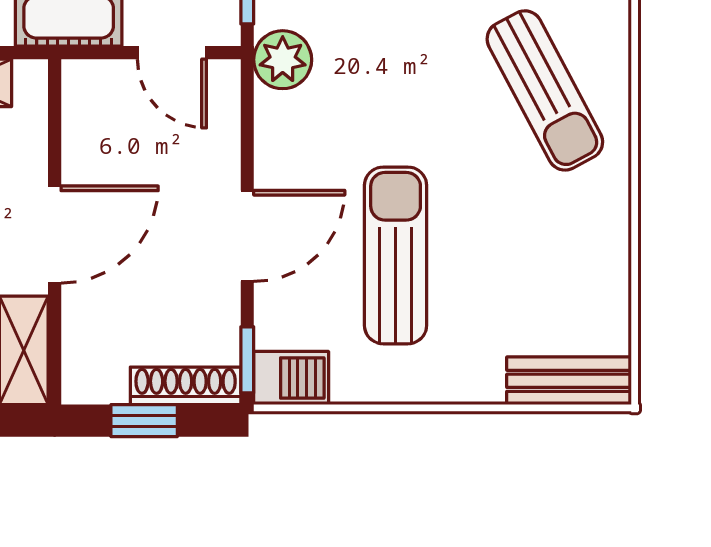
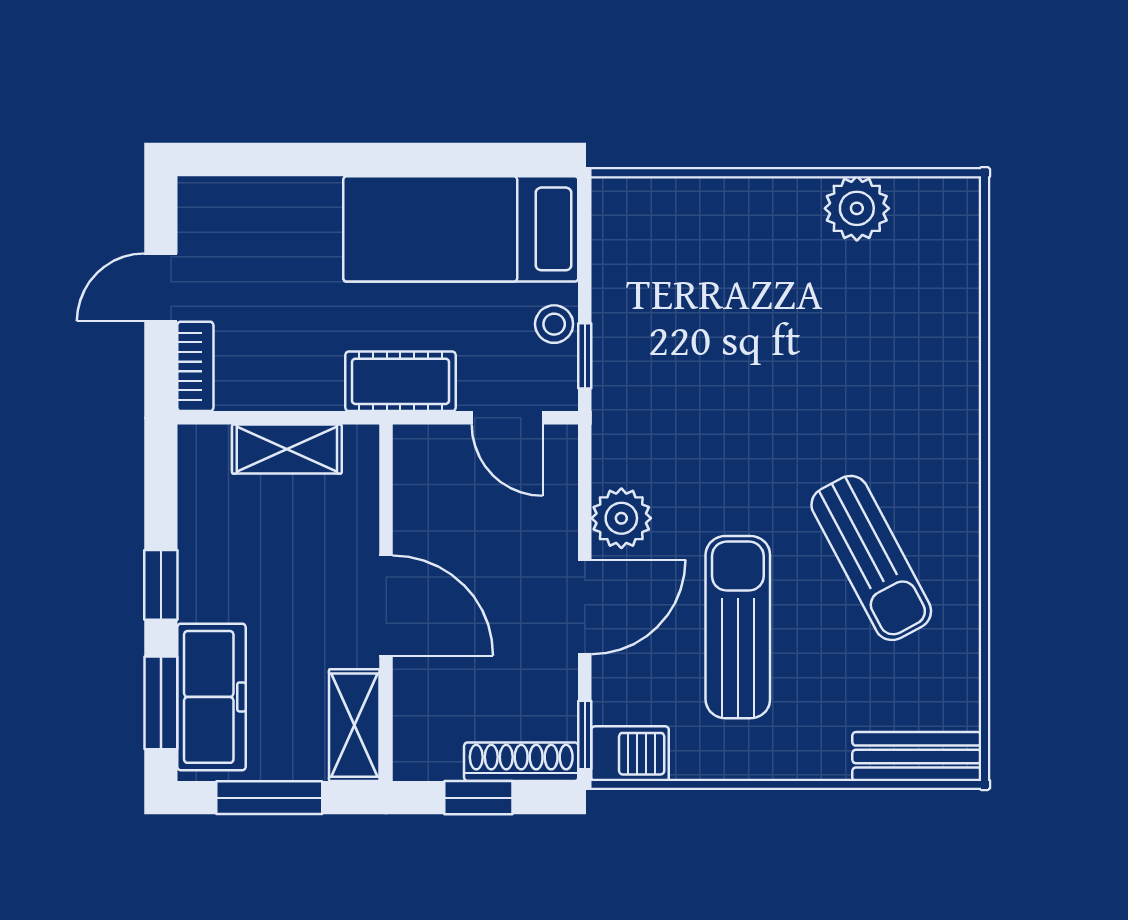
plant: (283, 60) -> (621, 518), moved
sun lounger: (545, 90) -> (871, 558), moved
door: (55, 234) -> (386, 606), hinge flipped

